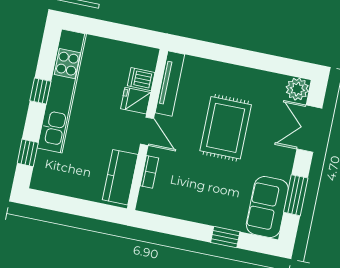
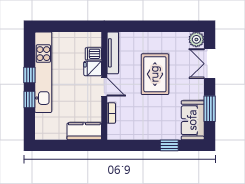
window: (28, 153) -> (29, 100), moved
kitchen counter: (120, 177) -> (84, 131), moved, turned 90

